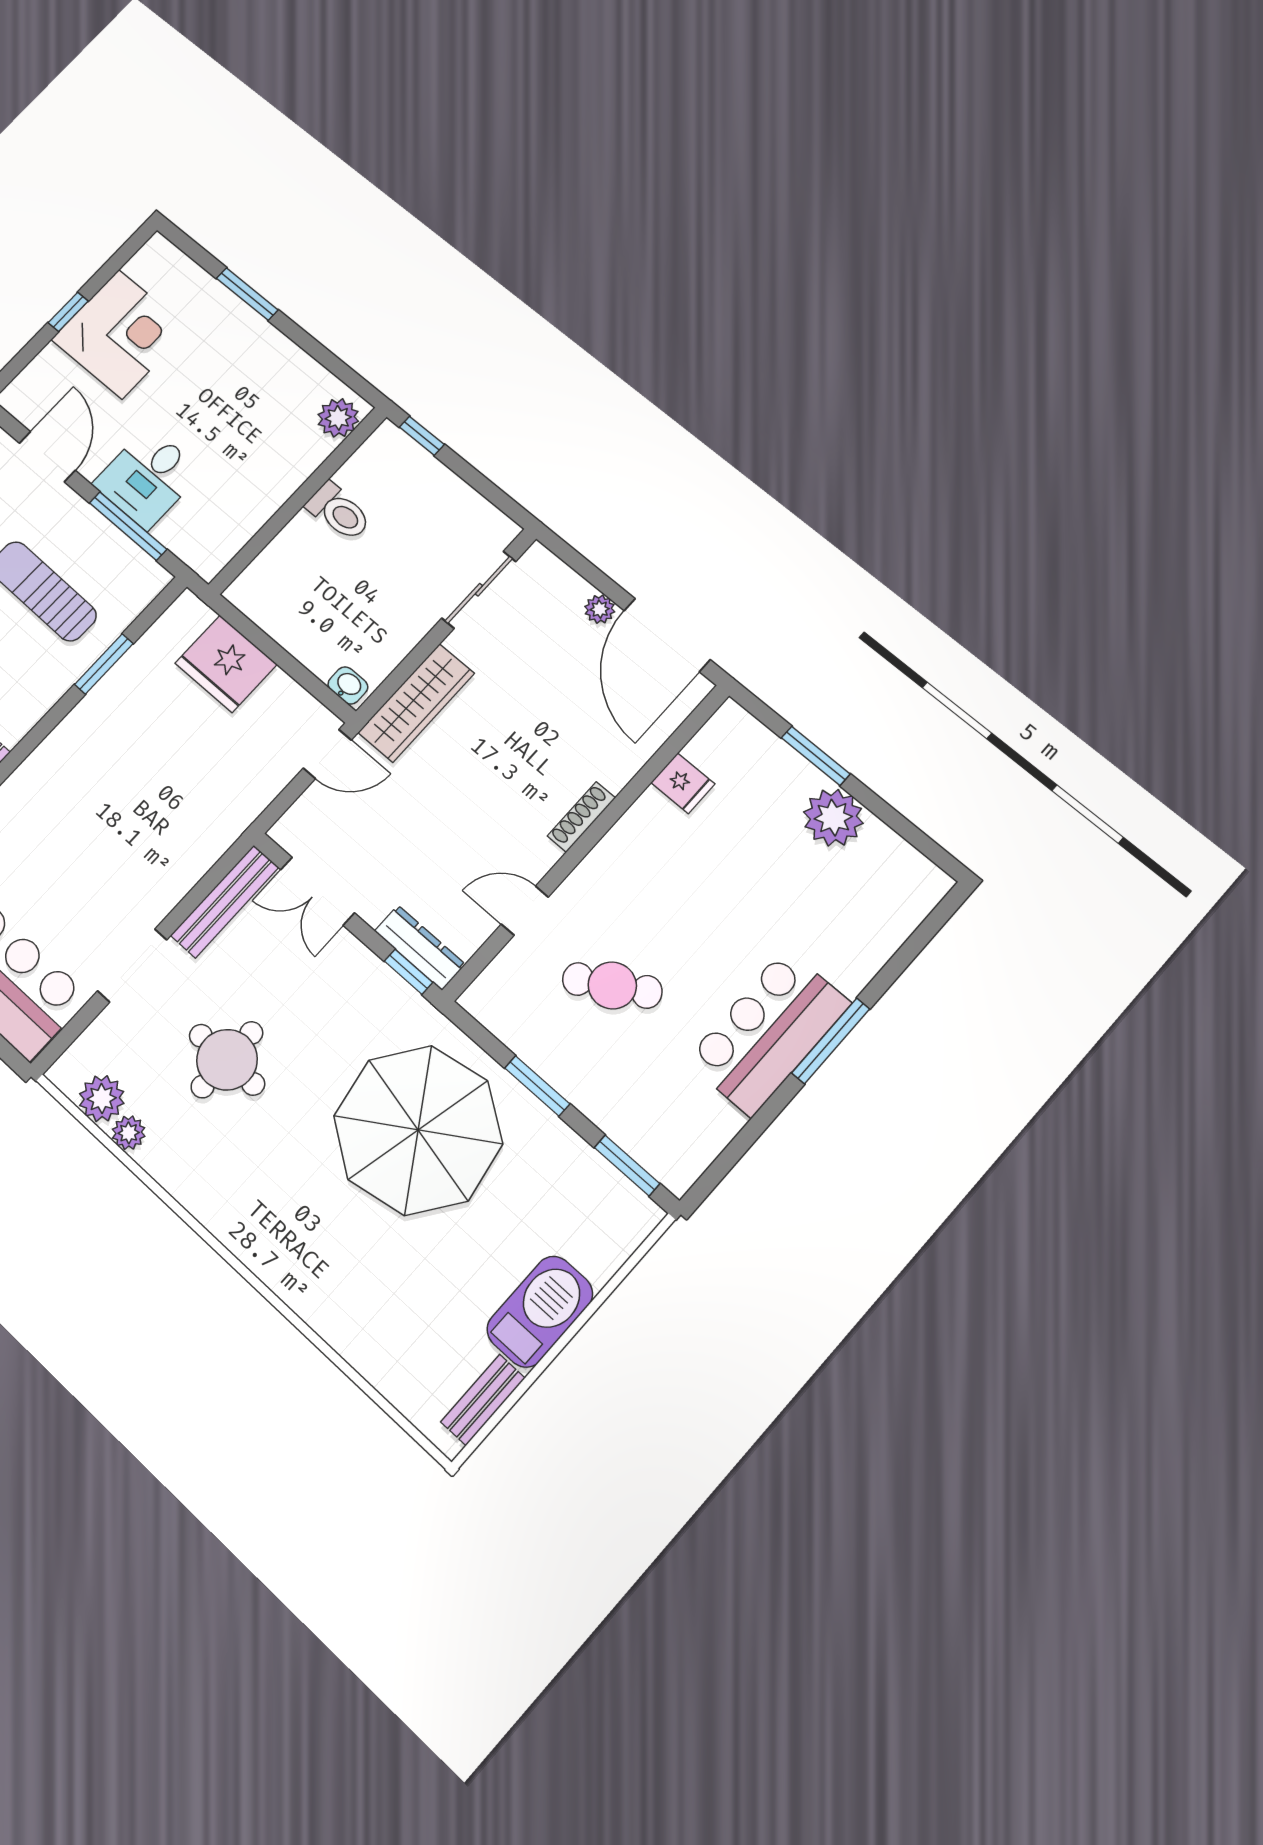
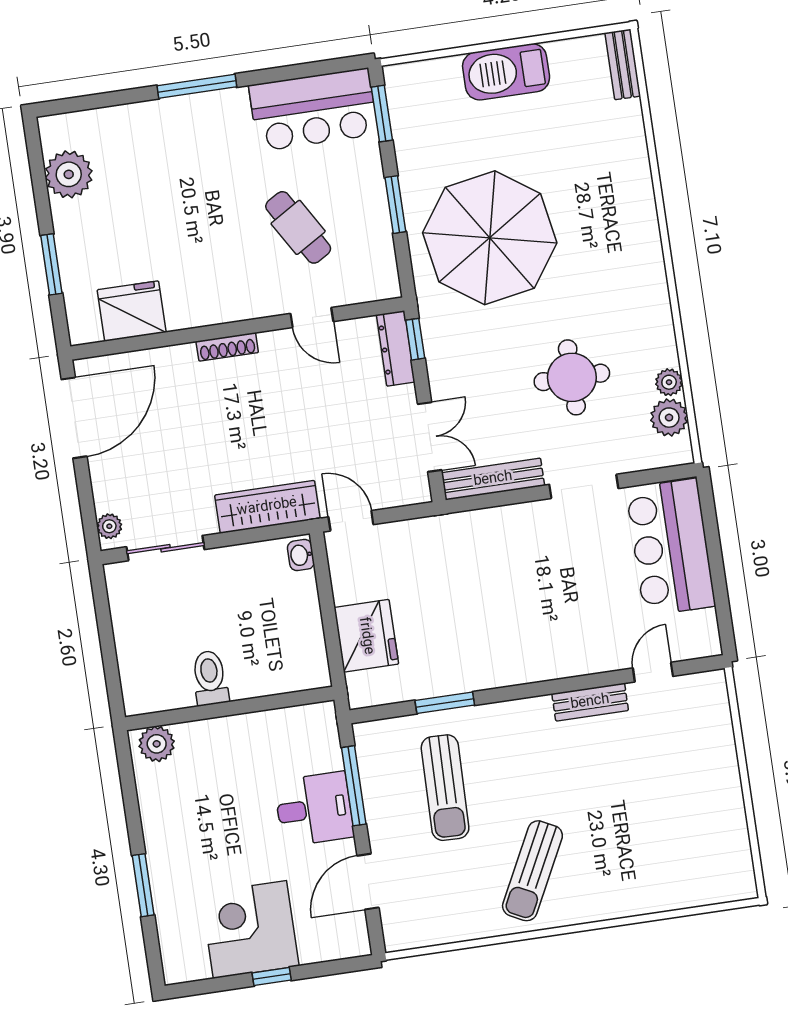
window: (422, 436) -> (113, 684), removed
plant: (600, 609) -> (109, 526), moved
fridge: (683, 783) -> (132, 311), width x1.88, depth x1.34
plant: (833, 818) -> (69, 174), moved
bar counter: (768, 1032) -> (313, 110), moved
bench: (483, 1400) -> (623, 64), moved, turned 90

